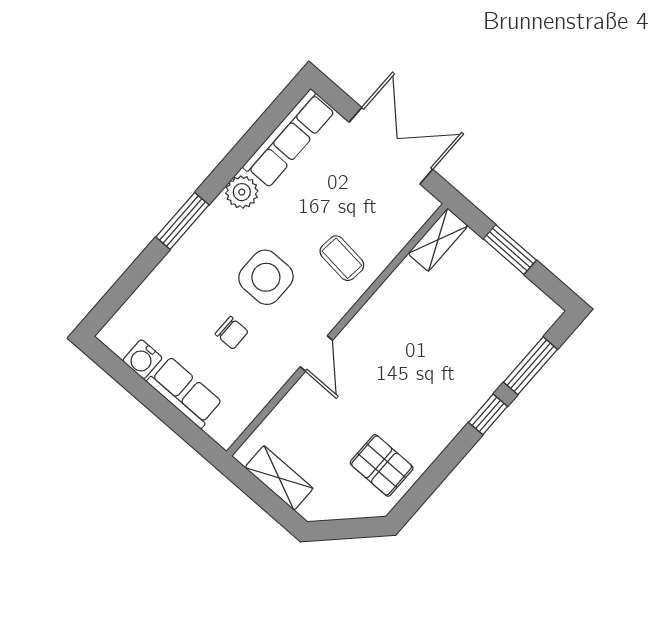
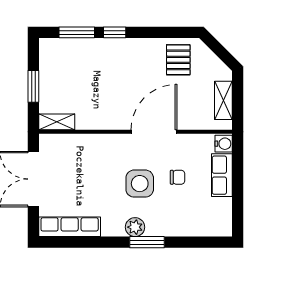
plant: (242, 192) -> (135, 227), moved
coffee table: (342, 258) -> (102, 157), removed
chair: (232, 333) -> (177, 177), turned 90
door: (316, 354) -> (154, 132), width x1.87
water cooler: (142, 359) -> (224, 144), moved

